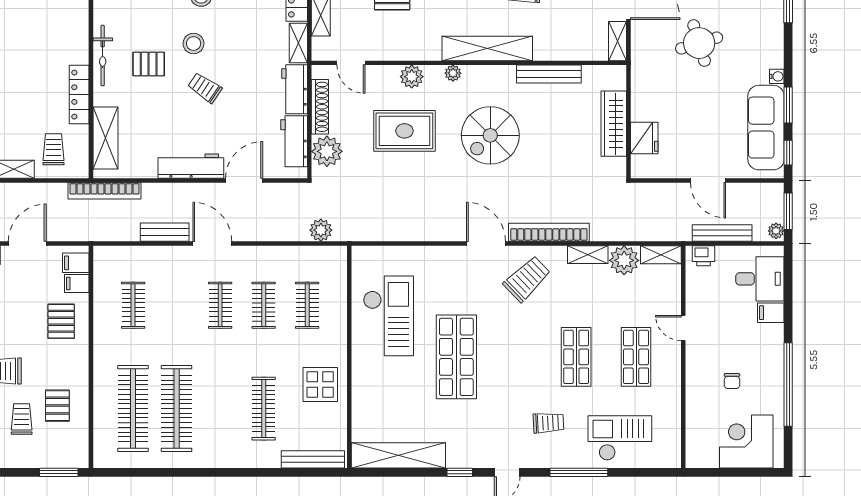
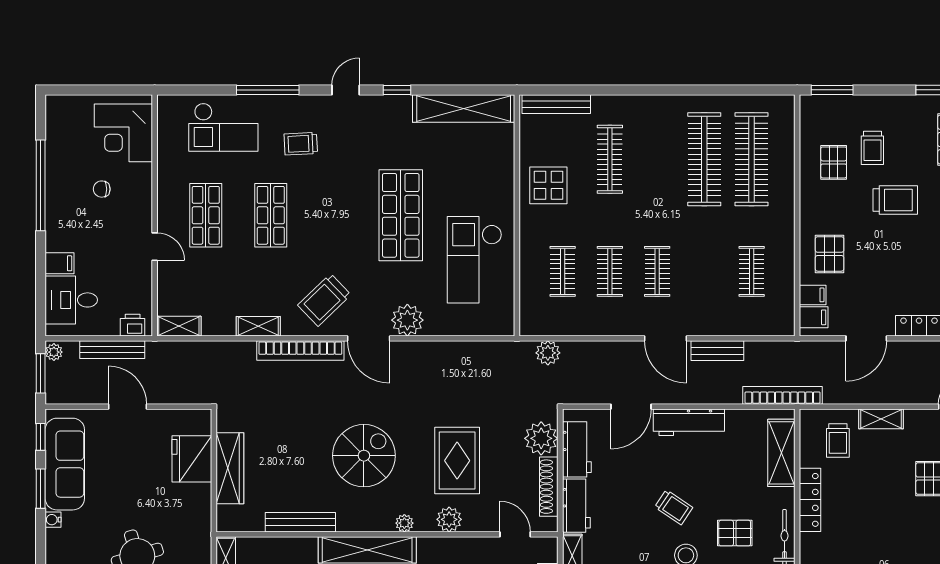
rug: (404, 131) -> (457, 461), turned 90
fridge: (644, 138) -> (192, 459), width x1.36, depth x1.34
plant: (624, 260) -> (407, 320), moved
chair: (732, 381) -> (102, 189), turned -90
corner desk: (746, 441) -> (123, 133), moved, turned 90

